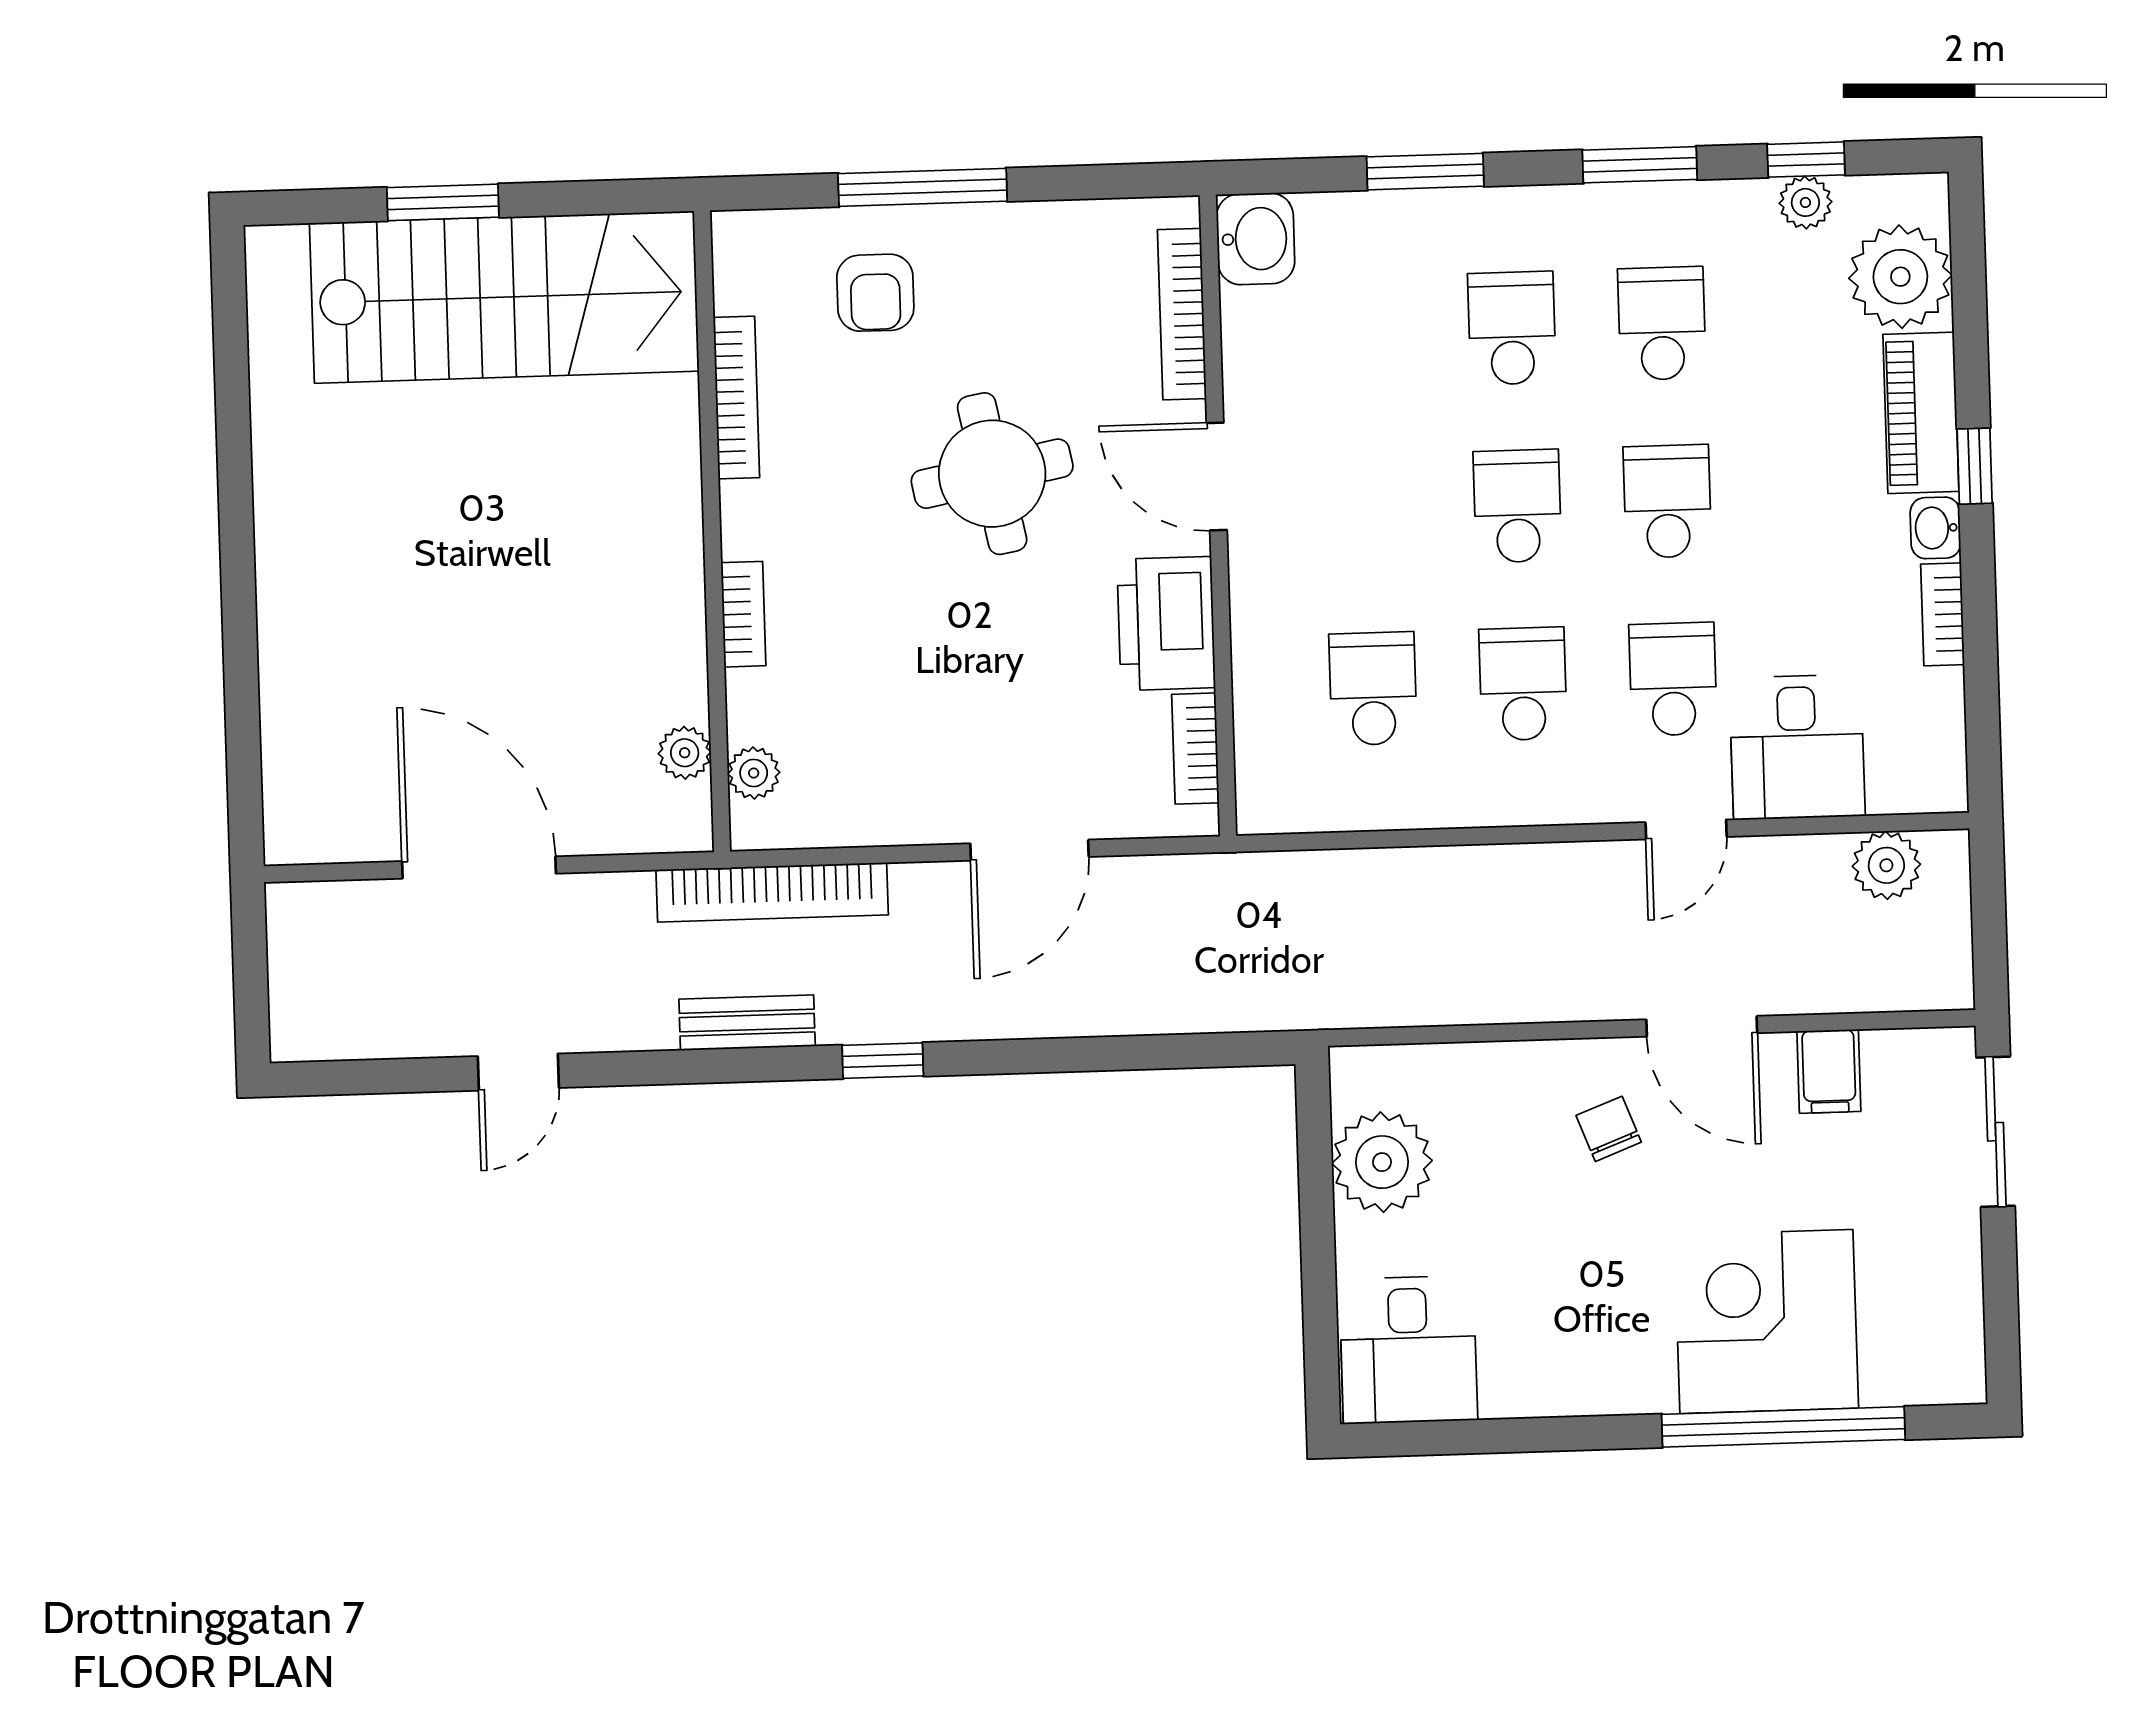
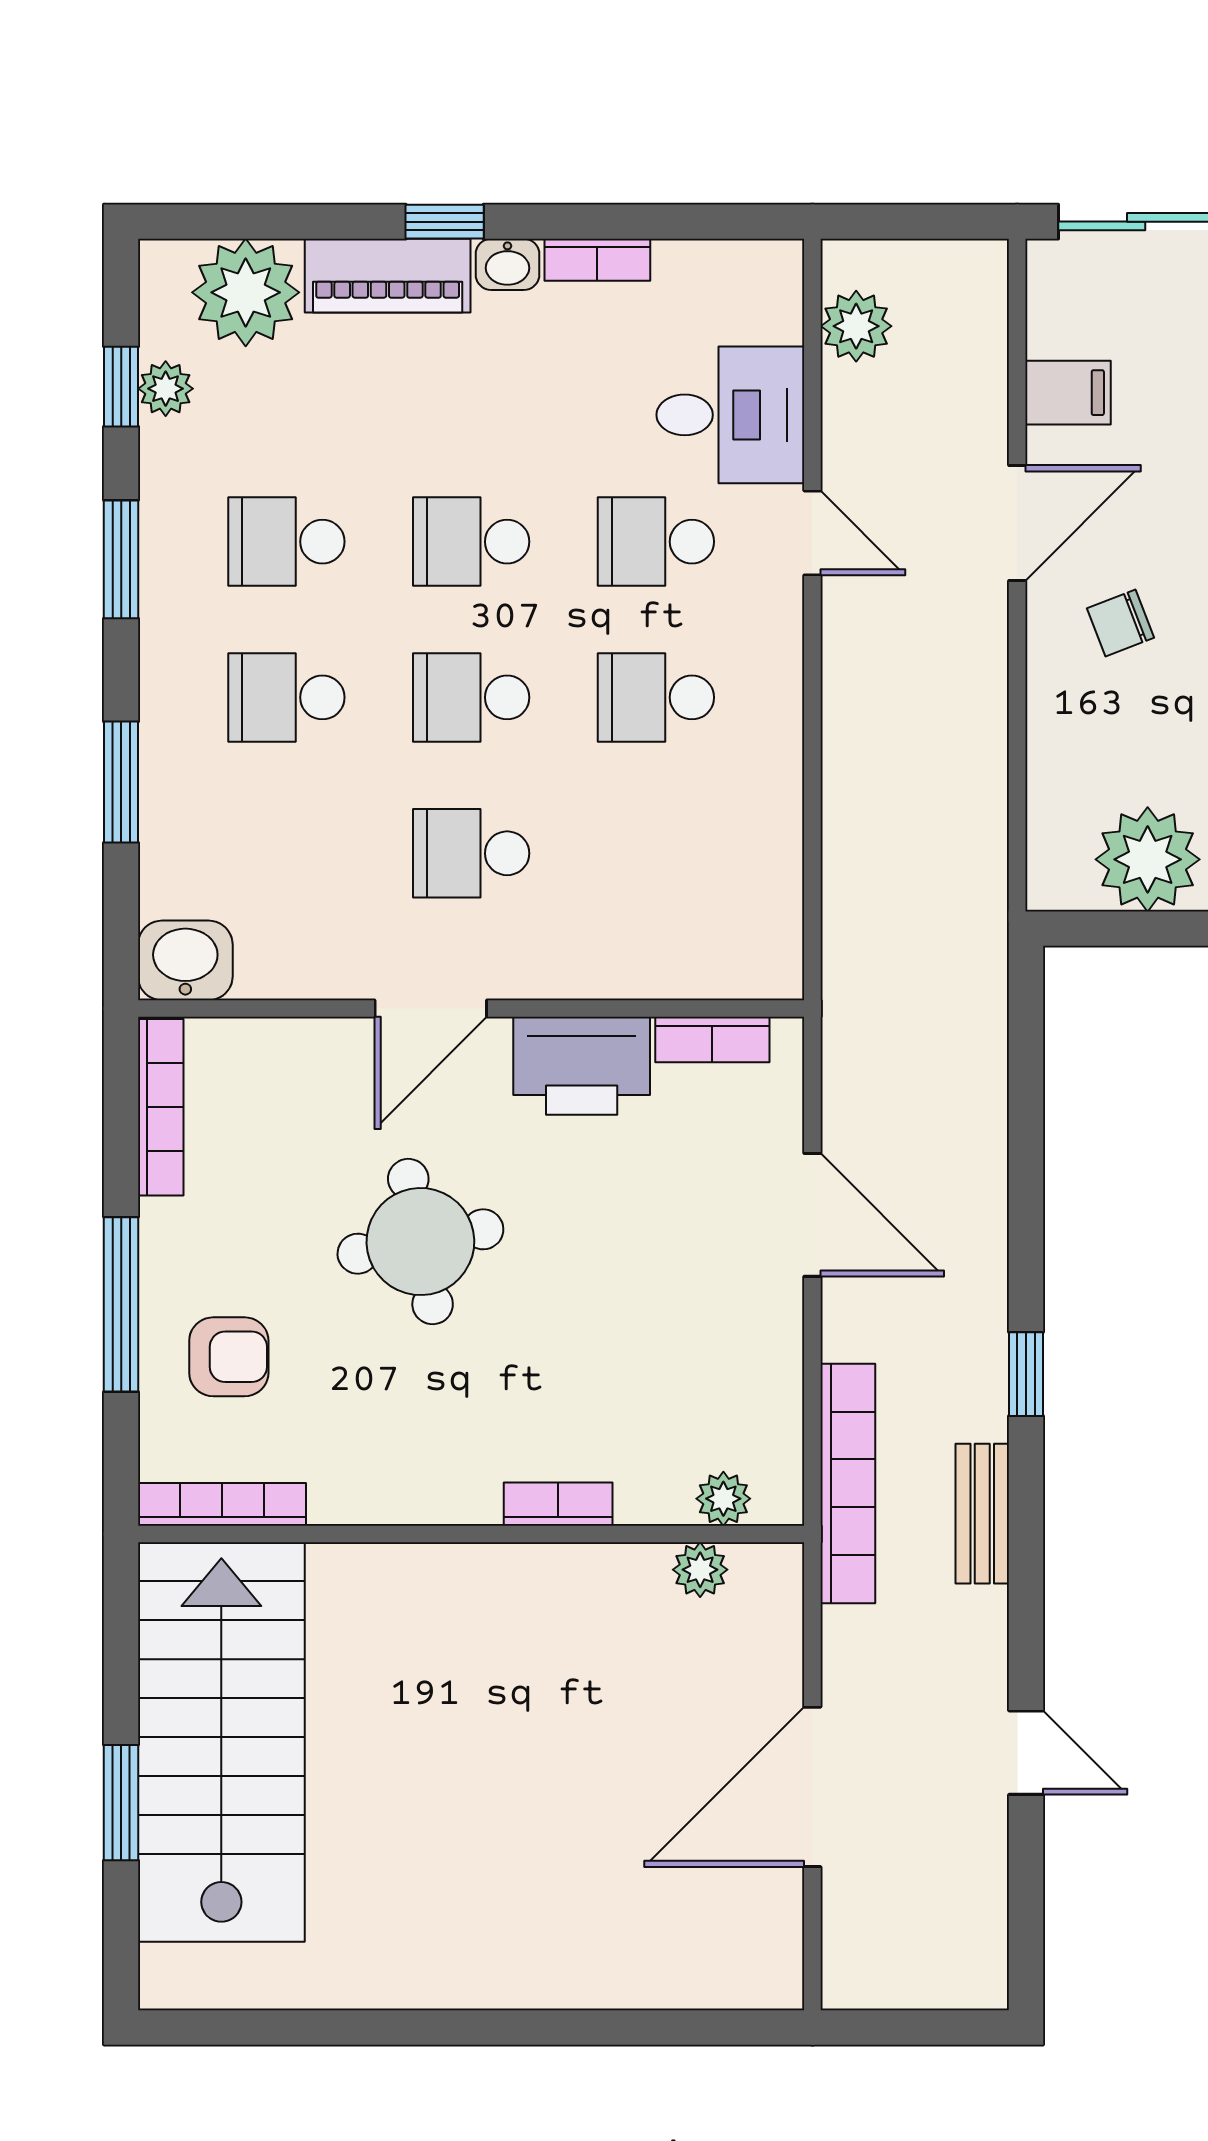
bookcase: (1182, 314) -> (161, 1107), moved, turned -90
bookcase: (736, 397) -> (222, 1504), moved
school desk: (1373, 689) -> (471, 853), moved

